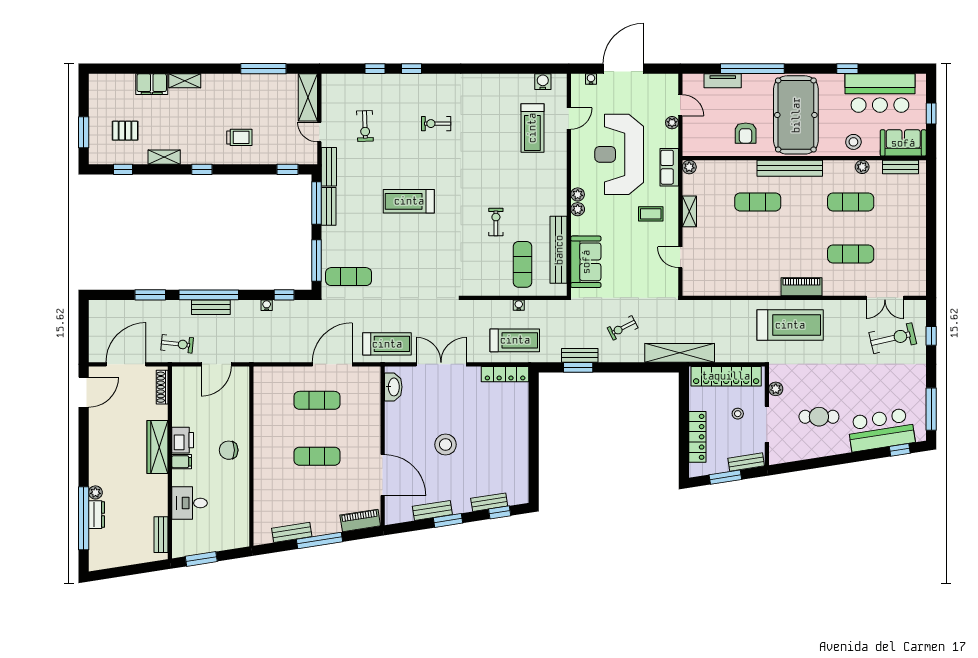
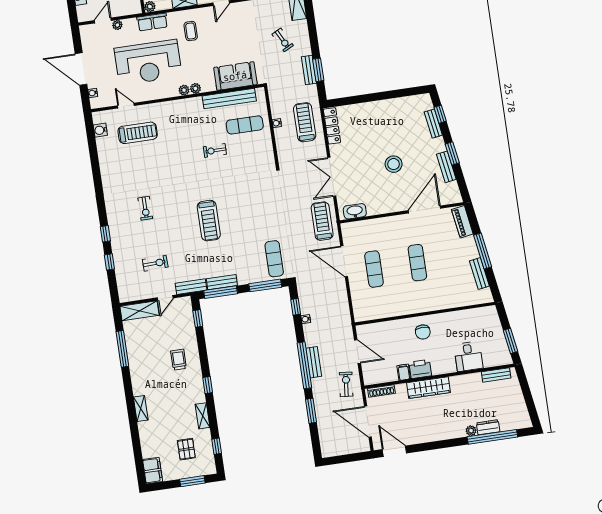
filing cabinet: (152, 84) -> (153, 471), moved
filing cabinet: (182, 462) -> (404, 372), moved

